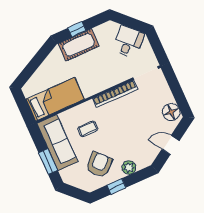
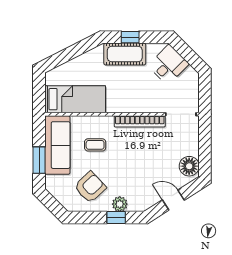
desk: (128, 42) -> (168, 65), moved
window: (116, 186) -> (116, 218), moved

